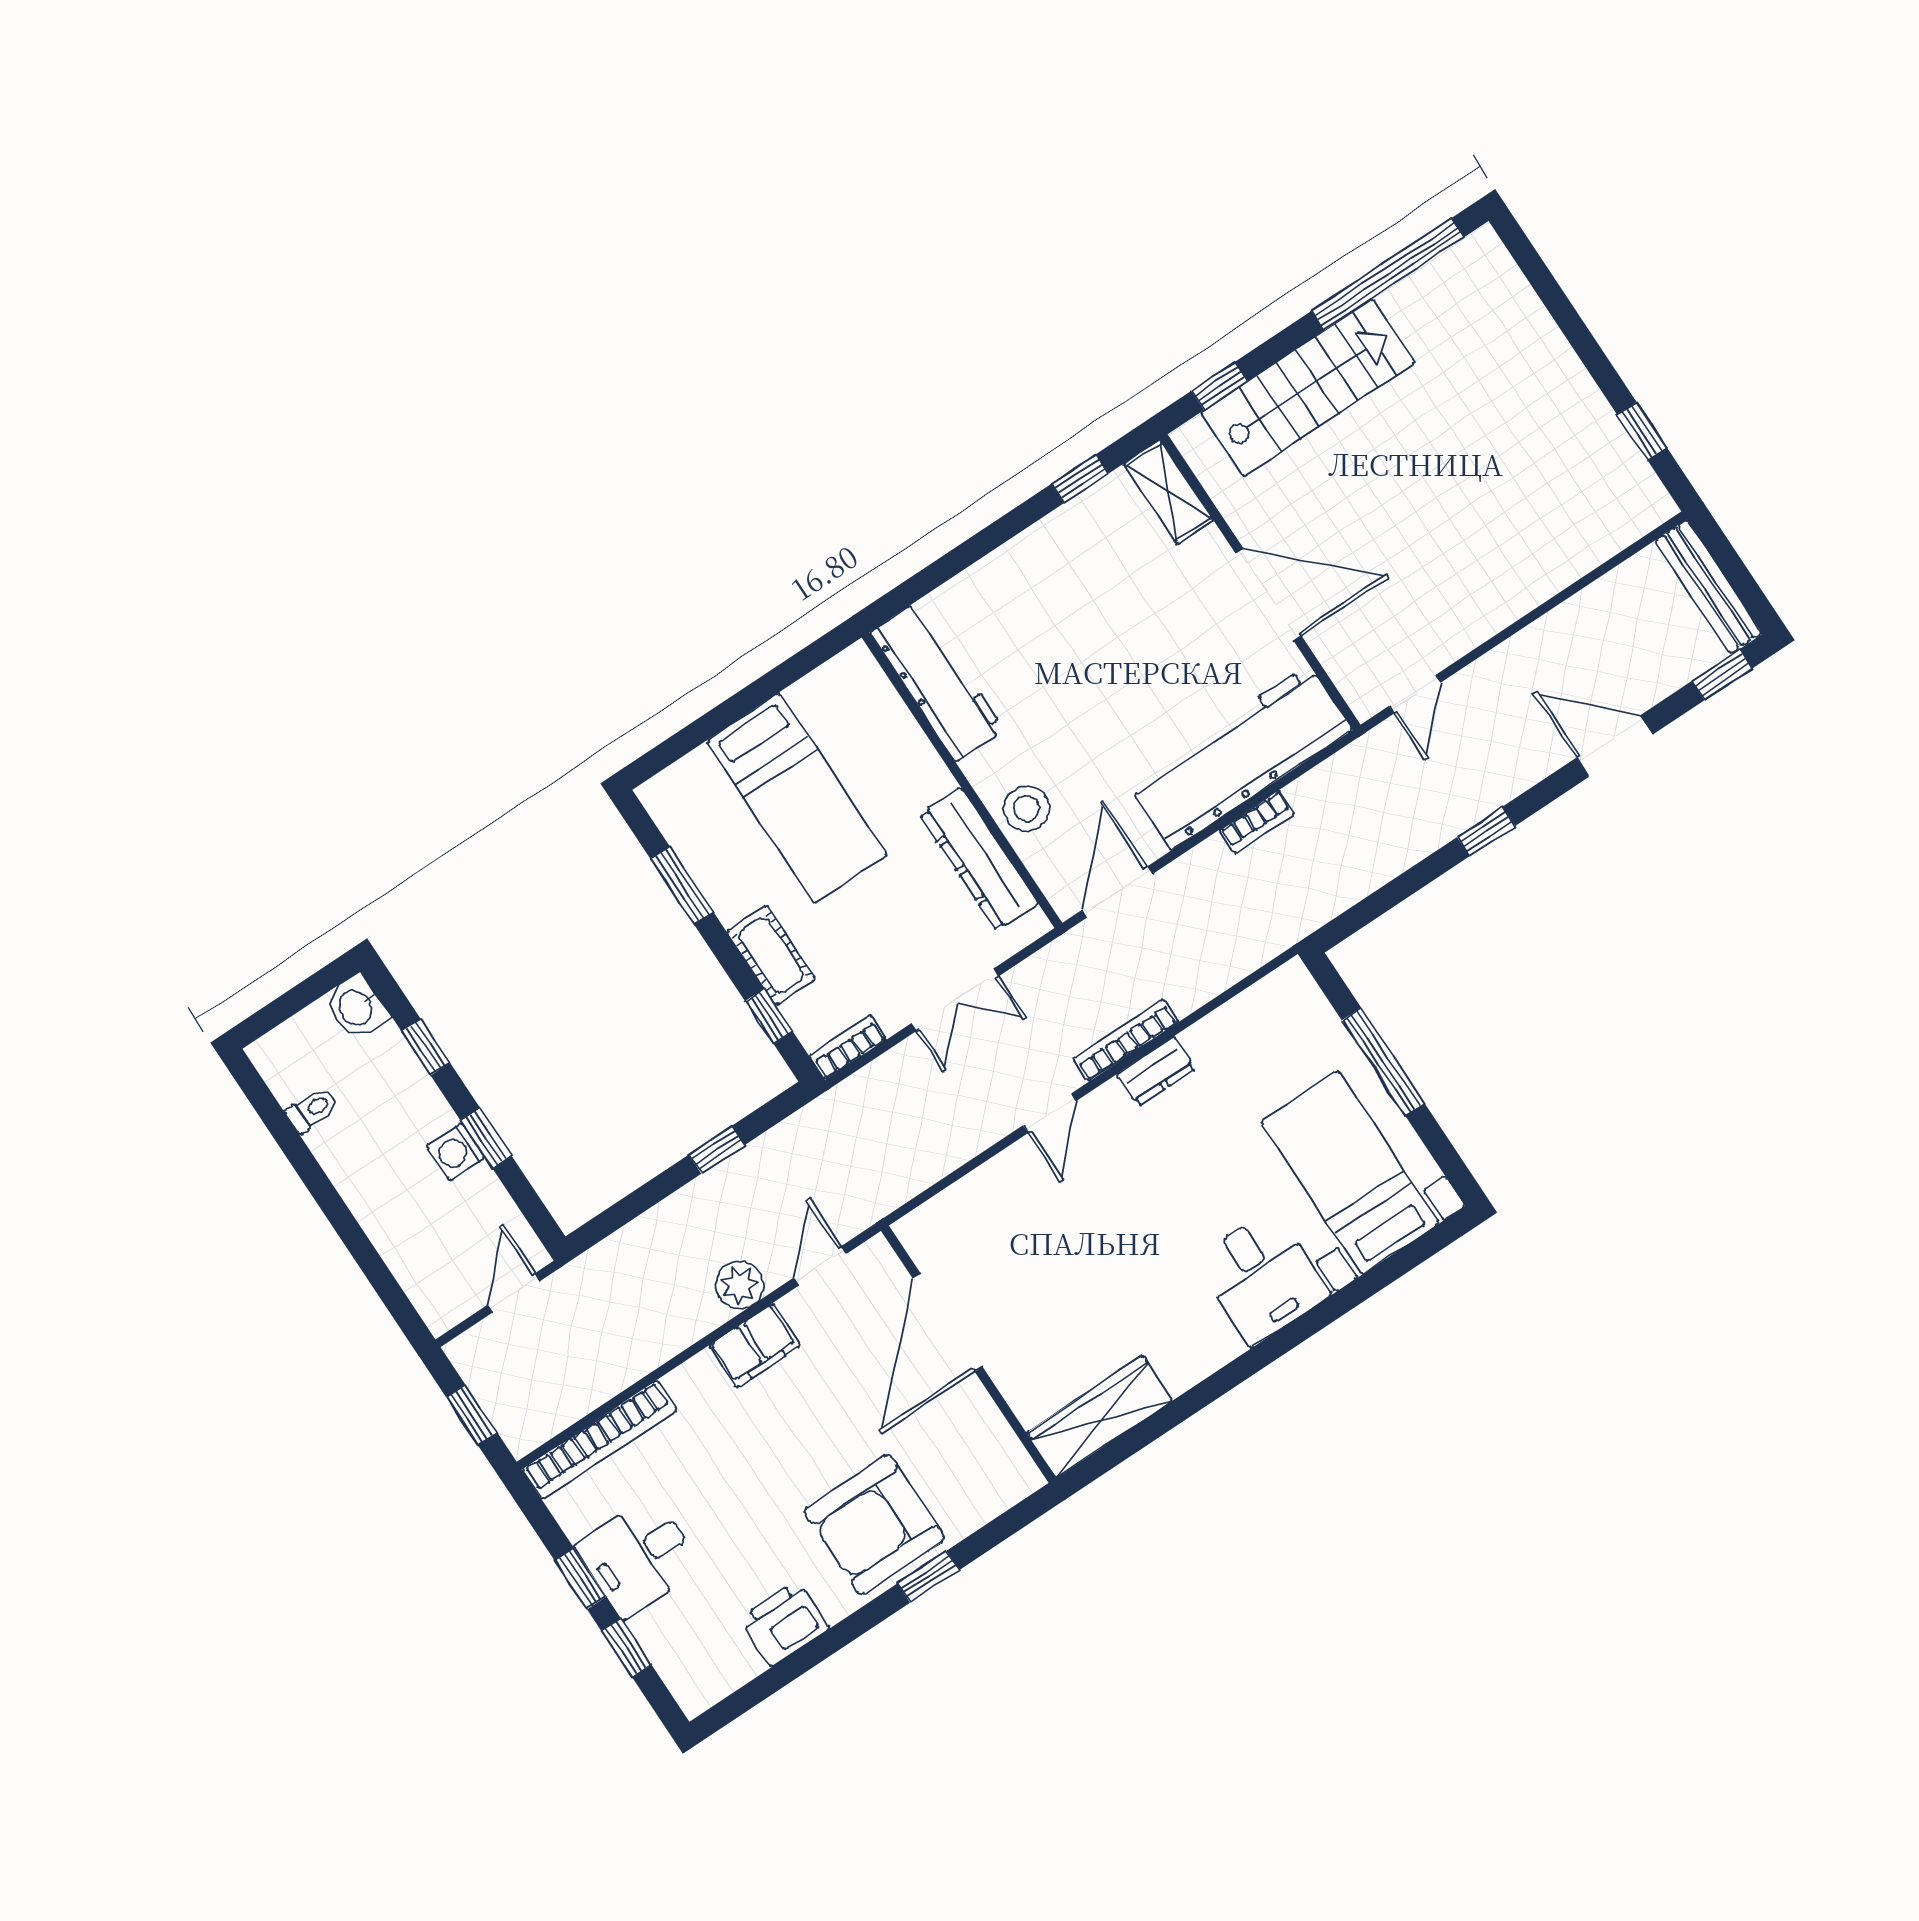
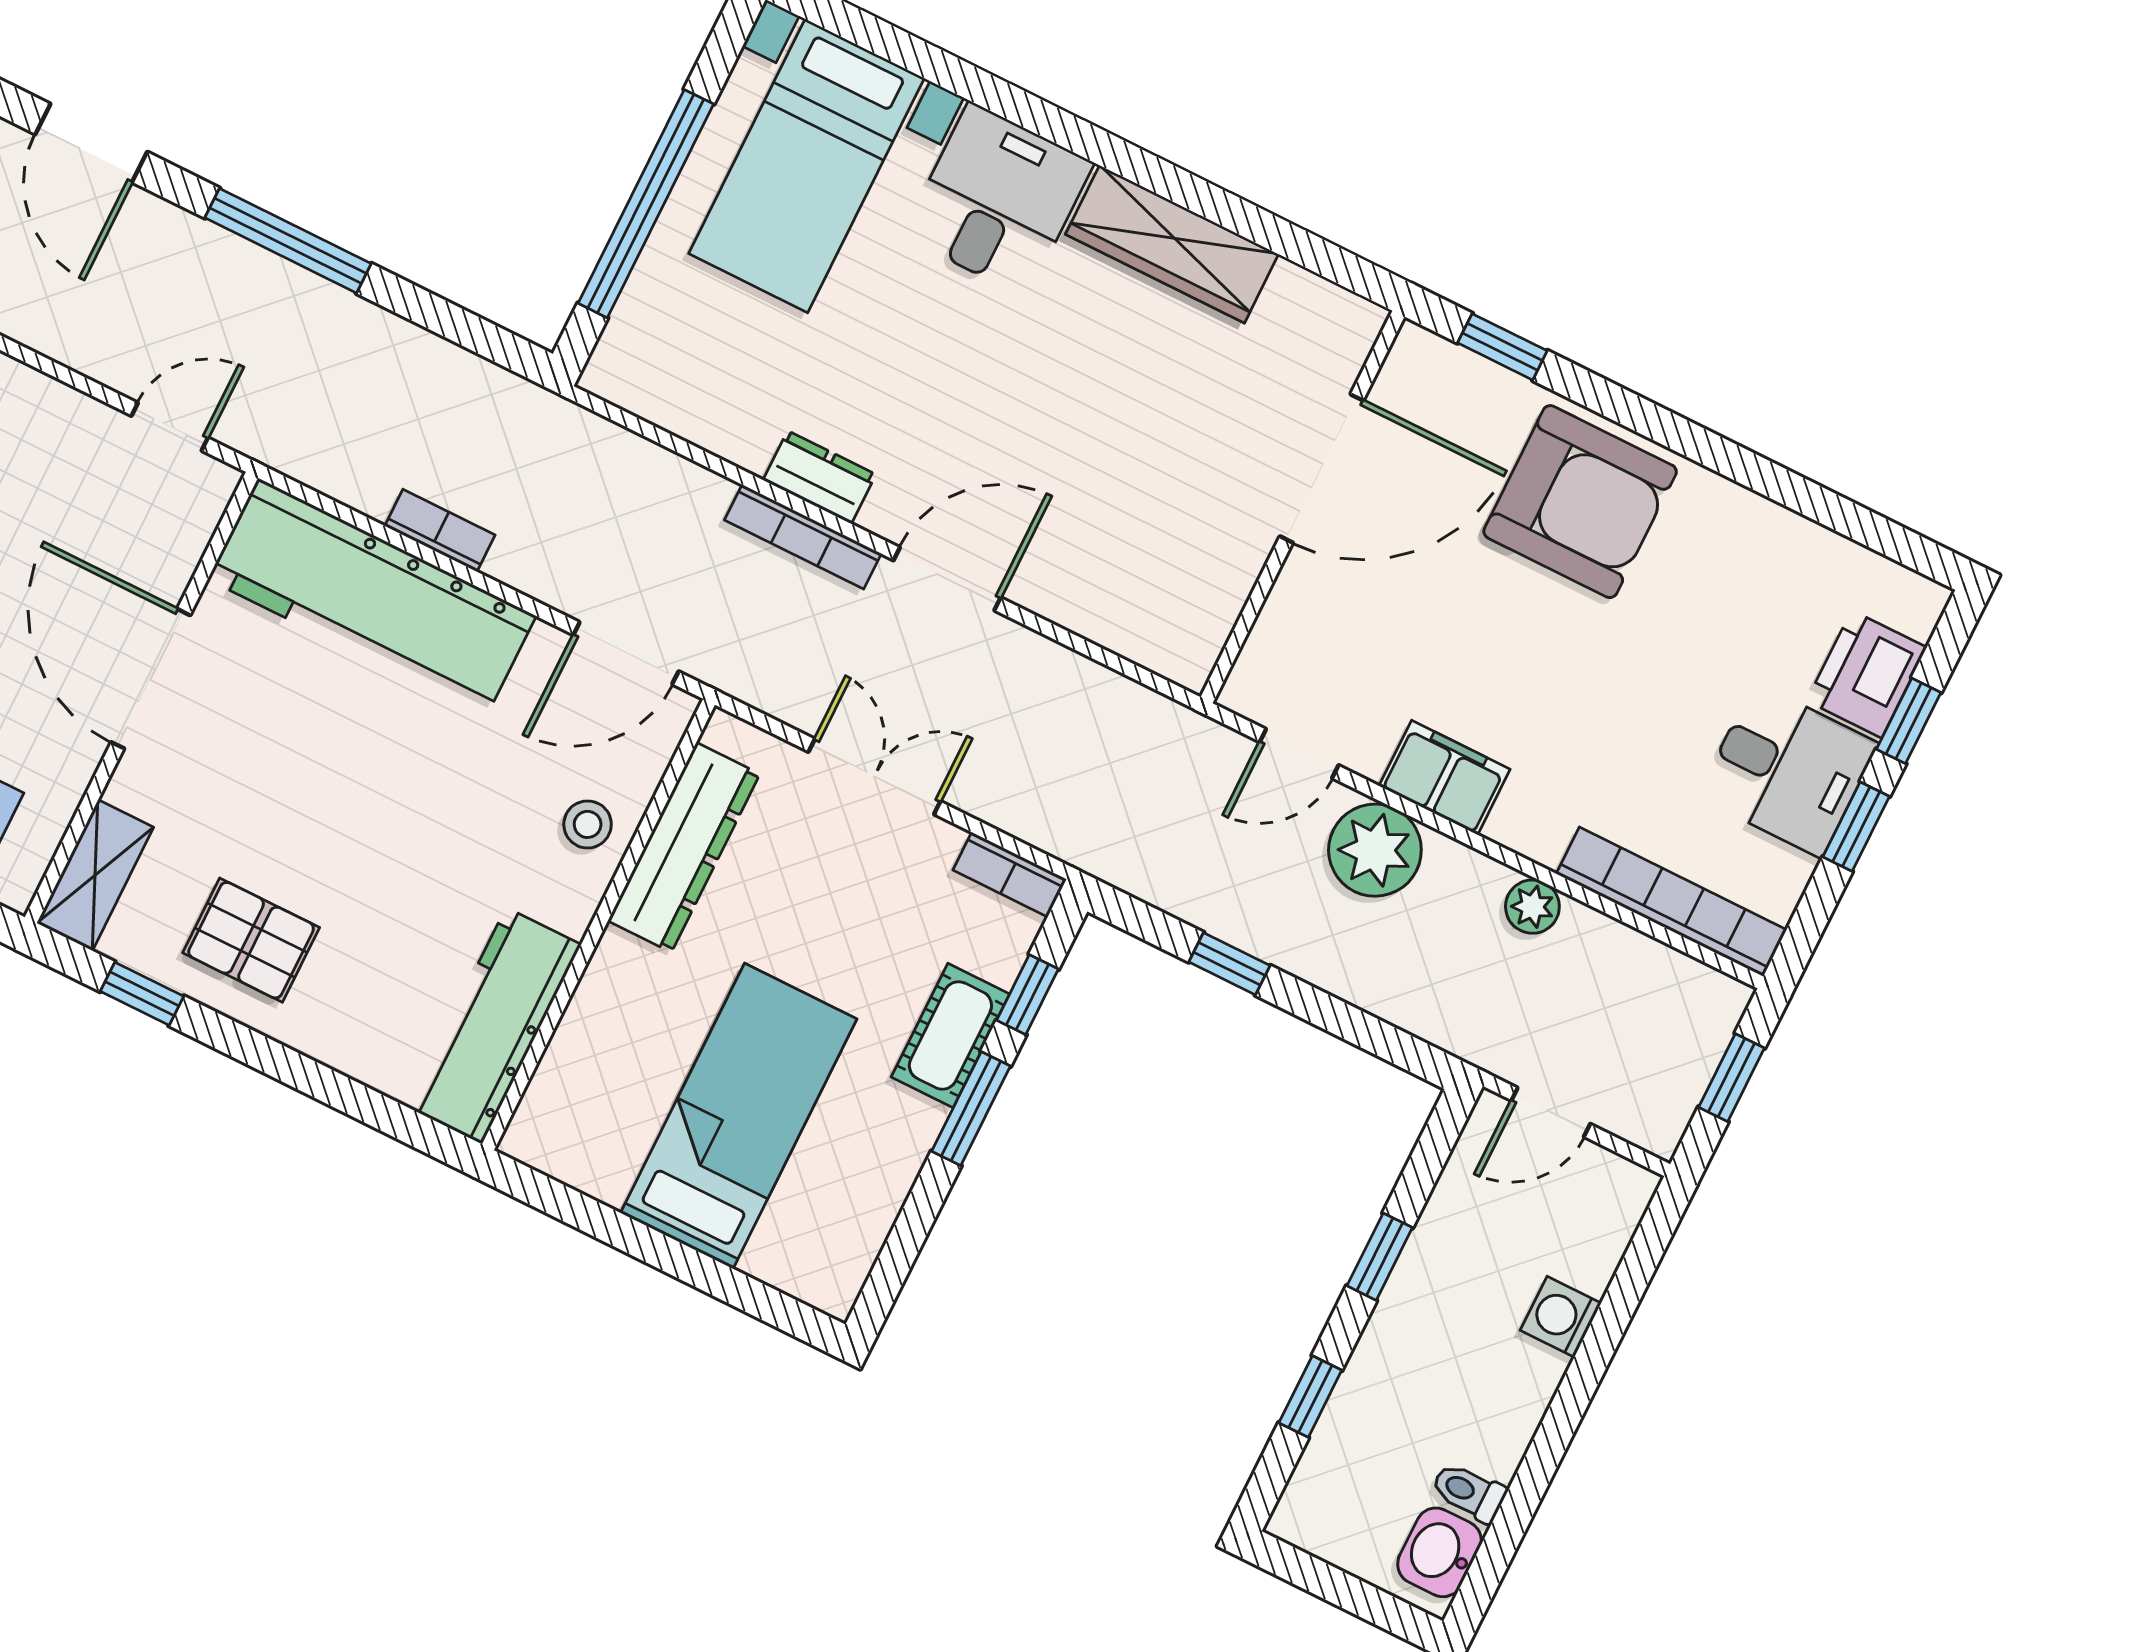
pallet: (1074, 564) -> (251, 940), added
stool: (1027, 809) -> (588, 824), width x0.73, depth x0.73
window: (1486, 831) -> (288, 241), width x2.17
window: (682, 885) -> (971, 1109), moved
washbasin: (357, 1007) -> (1439, 1552), moved, turned 180
window: (1383, 1062) -> (646, 204), width x1.46
door: (1050, 1113) -> (947, 579), width x1.38
washing machine: (456, 1152) -> (1561, 1317), moved, turned 180
plant: (740, 1285) -> (1375, 850), width x1.36, depth x1.36
door: (948, 1322) -> (1322, 468), moved
plant: (645, 1354) -> (1532, 907), added
wardrobe: (1100, 1417) -> (1172, 244), moved
window: (928, 1577) -> (1502, 347), moved
printer: (784, 1623) -> (1867, 674), moved, turned 90

